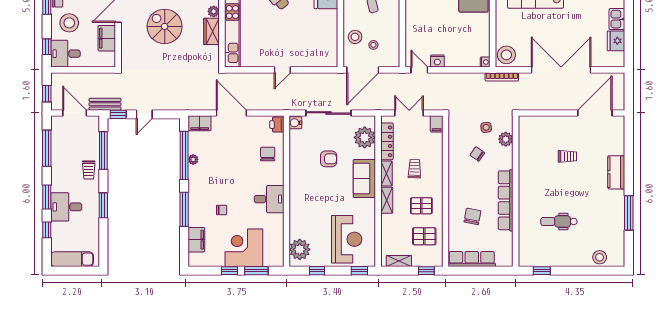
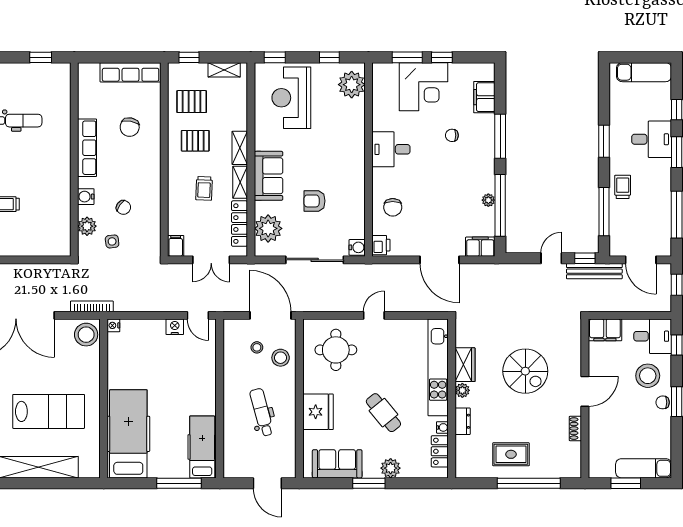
filing cabinet: (107, 38) -> (605, 330), moved, turned 90
round table: (312, 43) -> (336, 350), added
door: (363, 70) -> (271, 315), hinge flipped
bench: (105, 104) -> (594, 271), width x1.36
water cooler: (507, 162) -> (86, 197), added
row of seats: (506, 200) -> (87, 148), width x0.73

